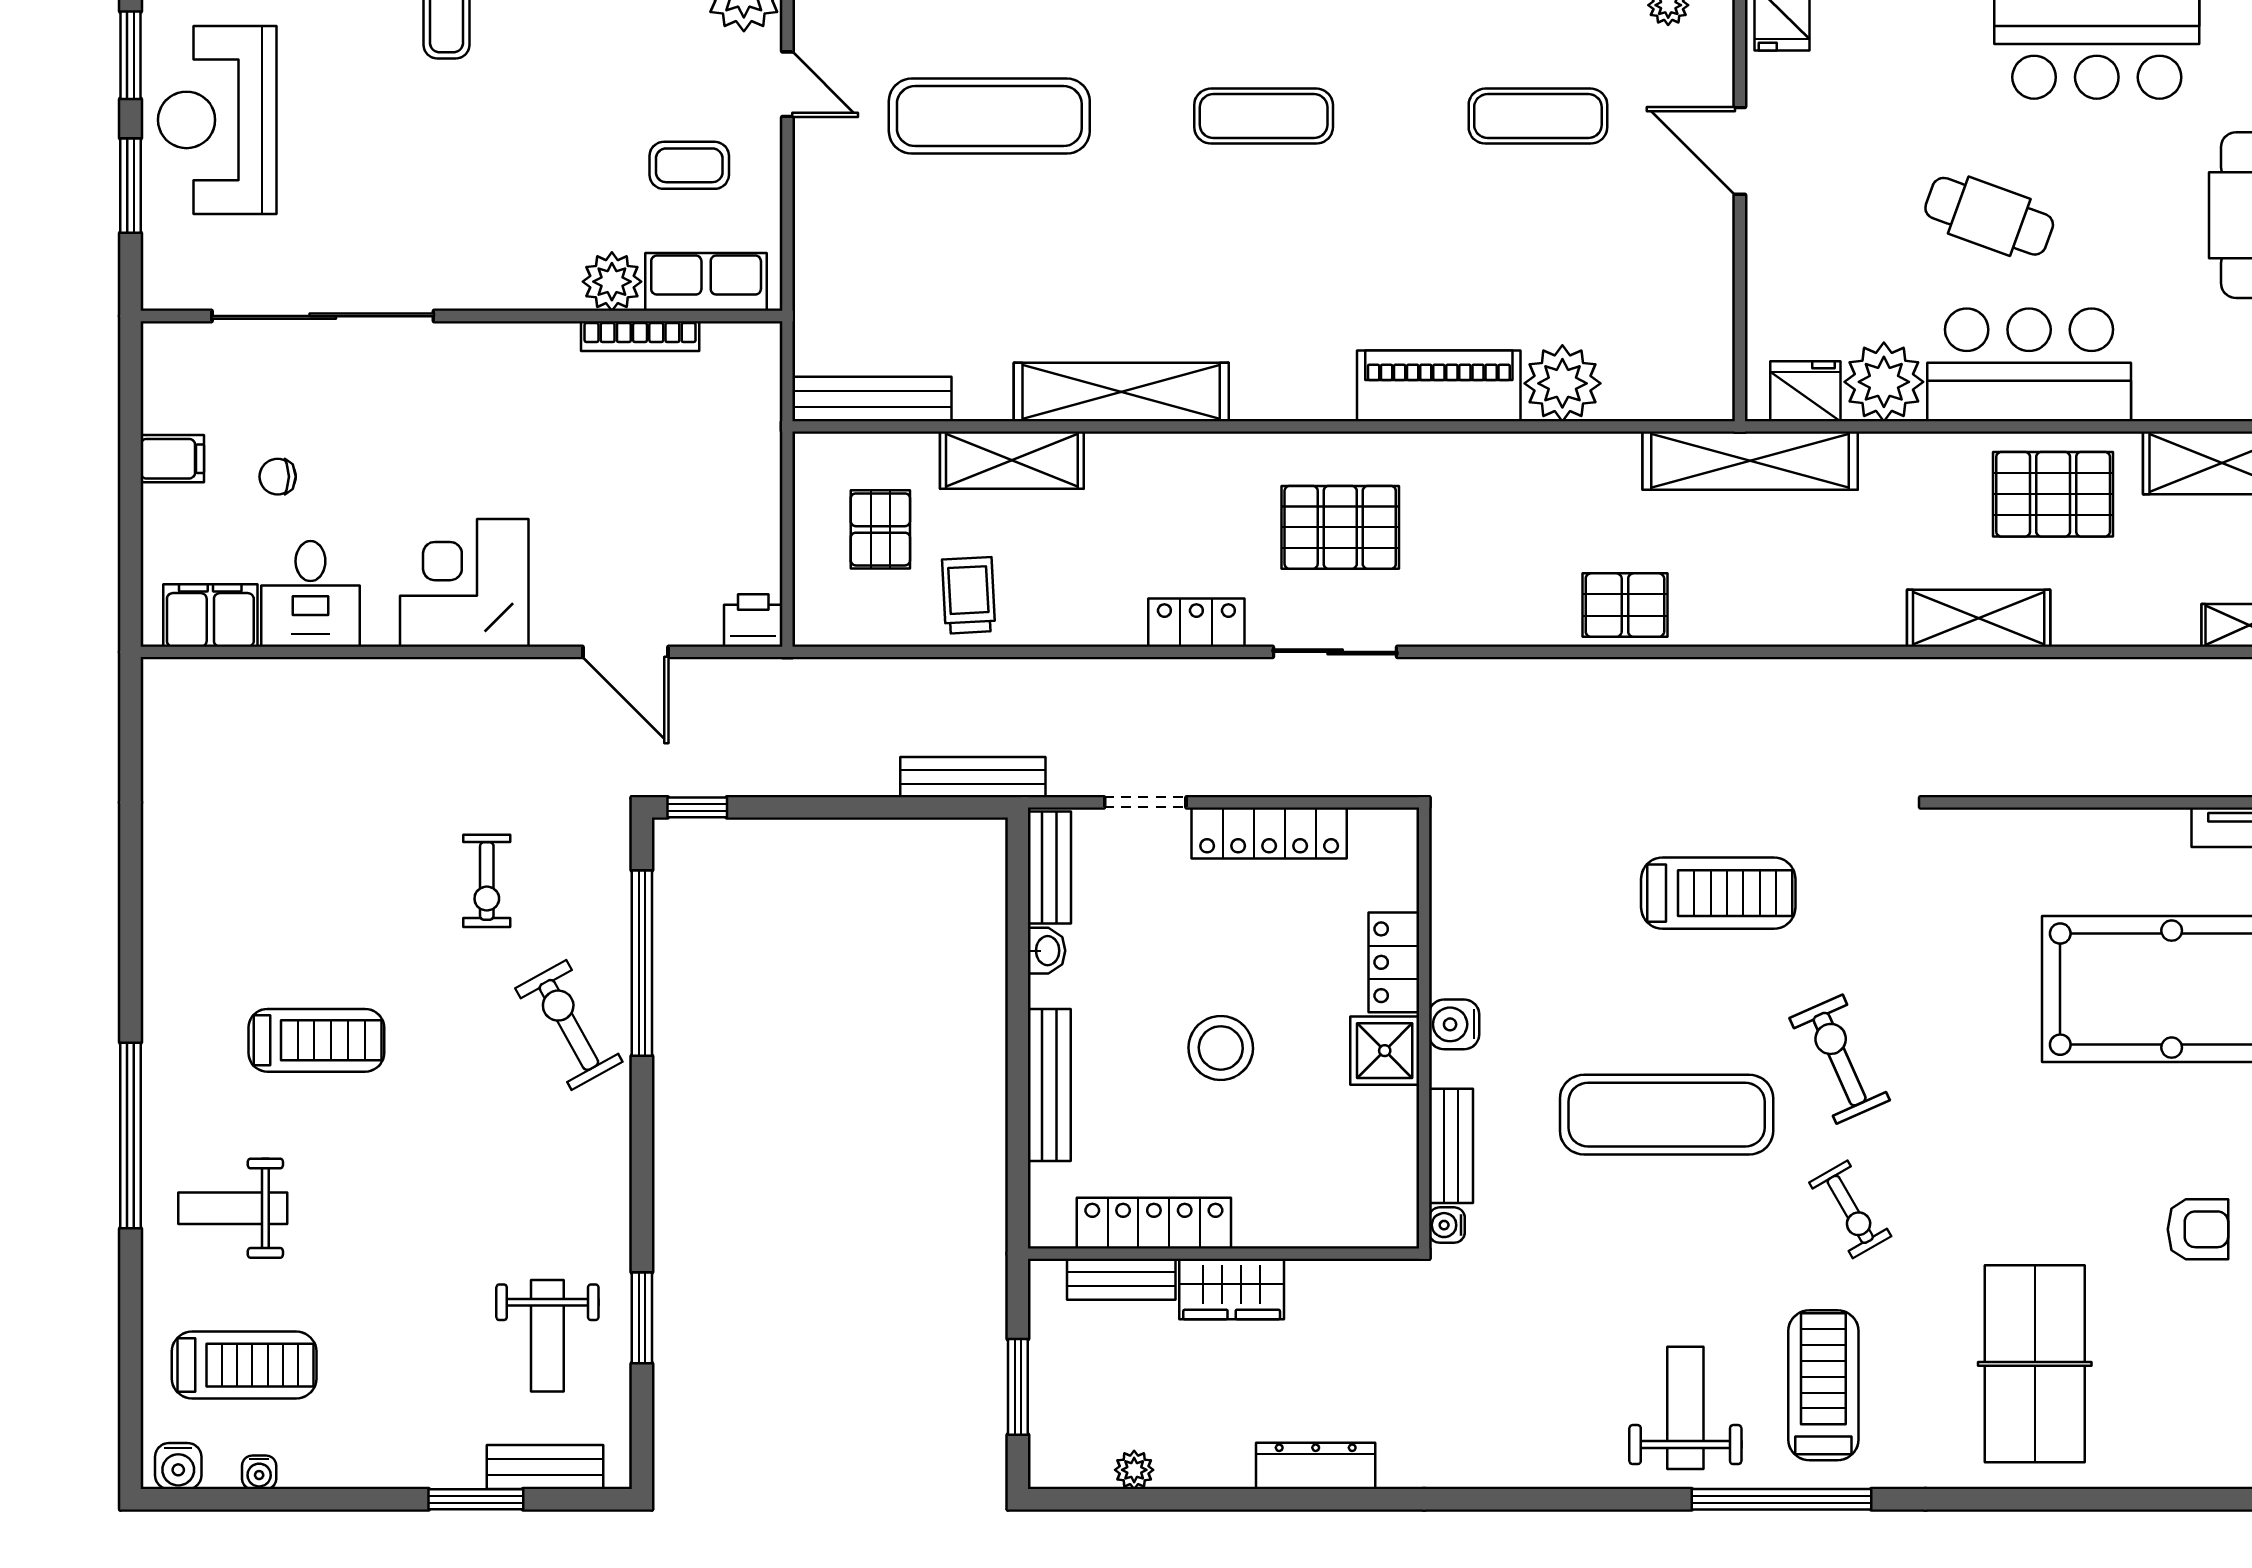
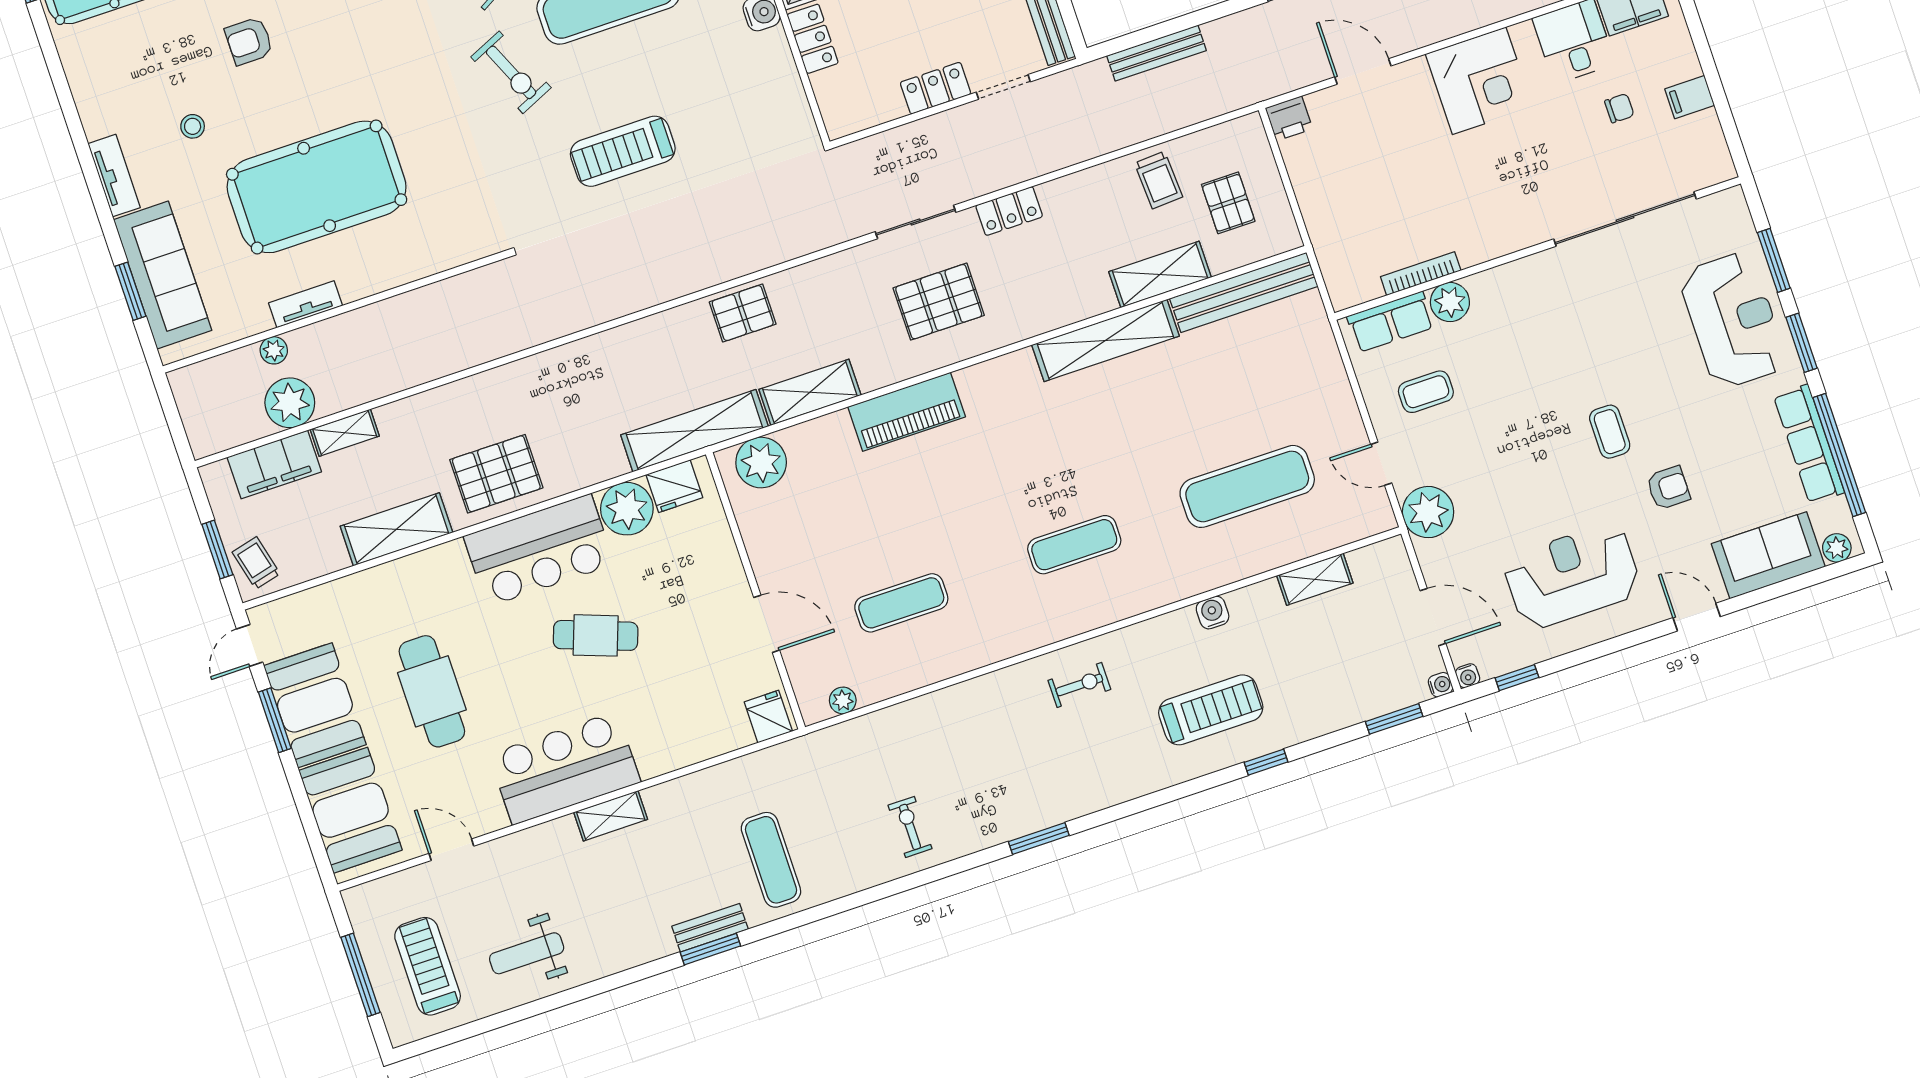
plant: (1562, 383) -> (761, 463), moved
bench: (872, 399) -> (1244, 292), width x1.37, depth x1.21
shelving: (1979, 618) -> (810, 392), moved
bench: (973, 777) -> (1157, 53), moved
locker: (1269, 833) -> (936, 88), width x0.66

